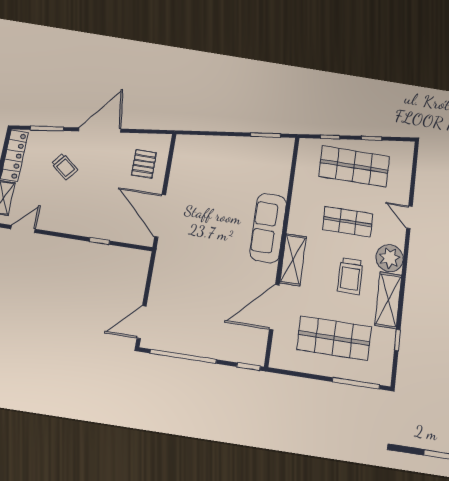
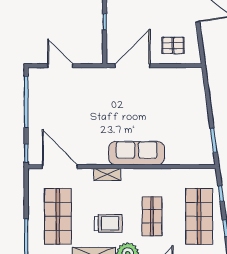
shelving: (293, 260) -> (107, 174), width x0.67, depth x0.75
trolley: (350, 276) -> (108, 223), turned 180
door: (274, 307) -> (60, 167), moved
door: (142, 322) -> (60, 66), moved

